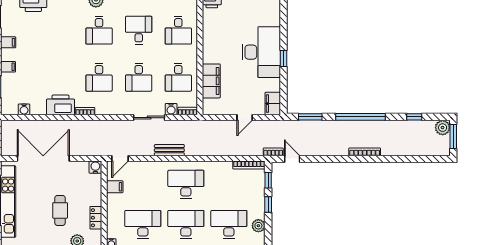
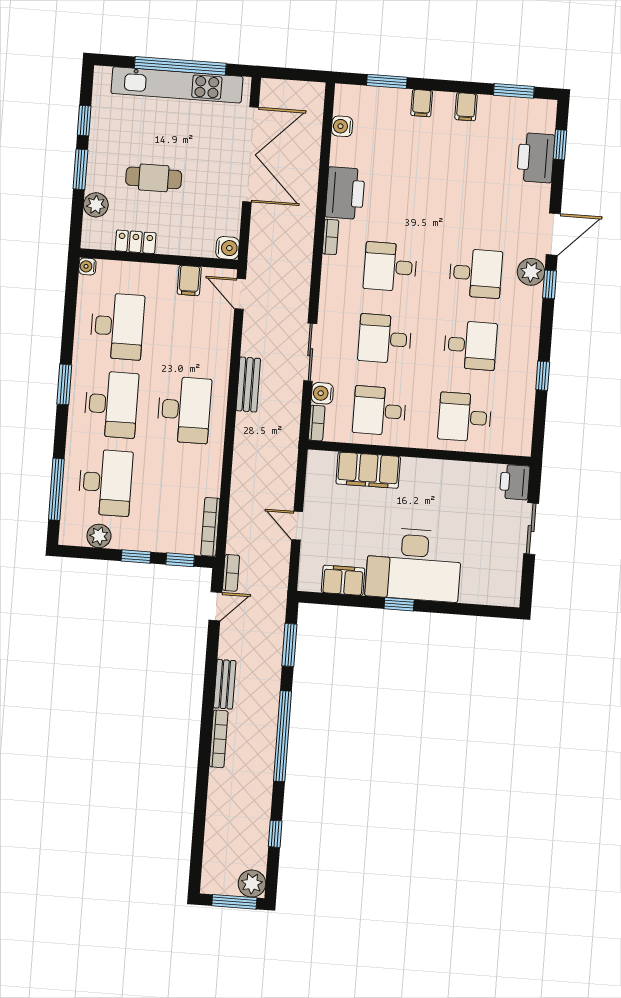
desk: (99, 30) -> (476, 273), turned 180
filing cabinet: (273, 104) -> (343, 580), moved
bench: (334, 151) -> (225, 684), added

